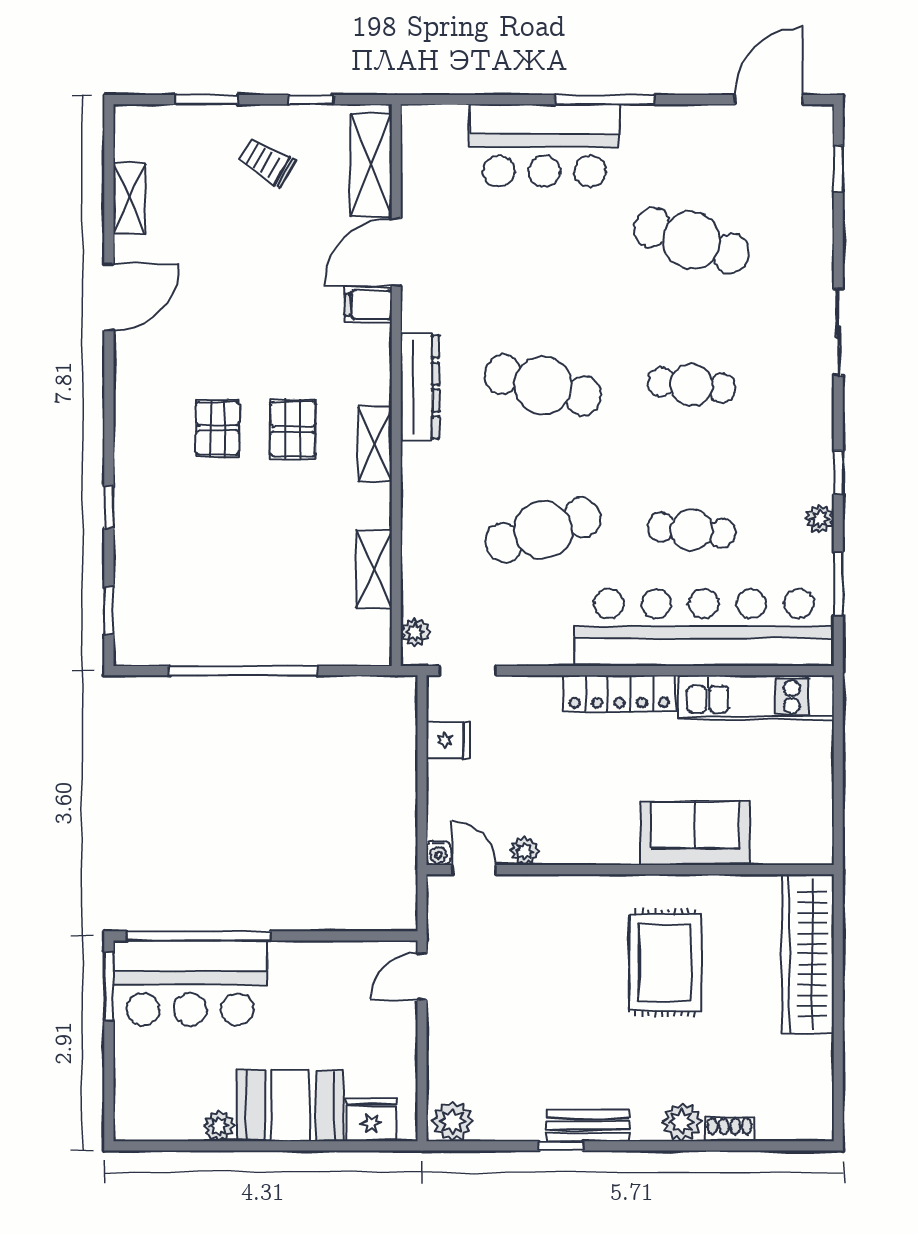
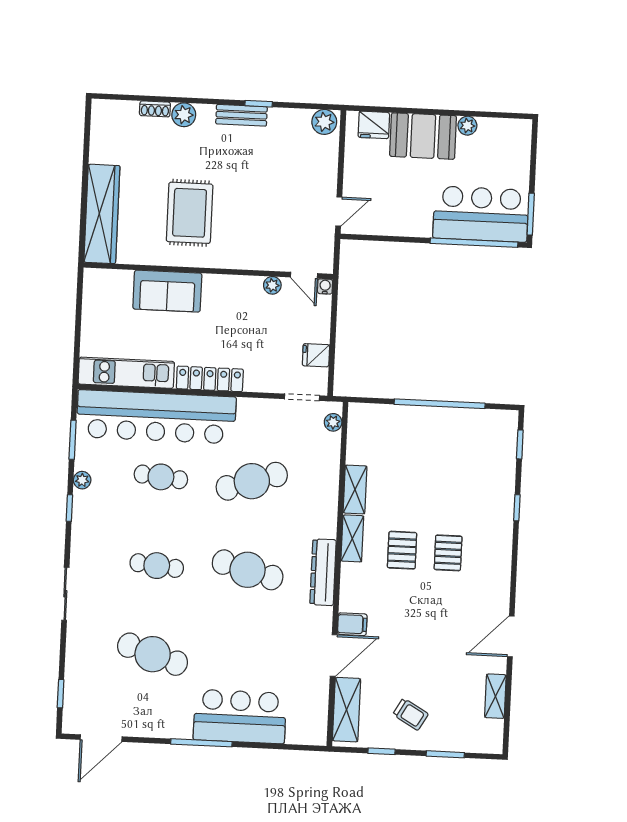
shelving: (374, 570) -> (355, 489), moved

